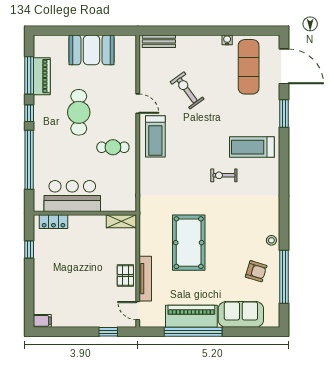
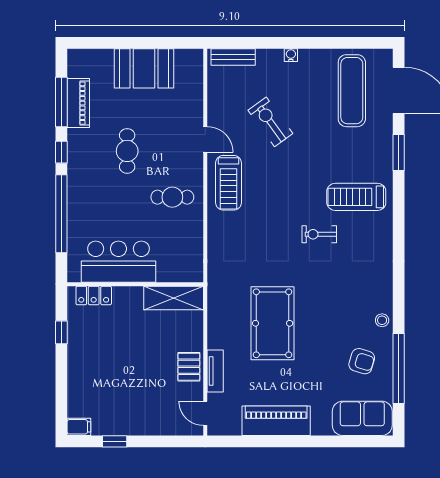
water cooler: (227, 40) -> (291, 55), moved
cafe table: (79, 112) -> (127, 151), width x0.73, depth x0.74
shelving: (121, 221) -> (174, 298), width x1.50, depth x1.33
tv unit: (145, 279) -> (215, 371), width x0.71
sofa: (241, 314) -> (362, 418), moved
window: (108, 332) -> (115, 441), moved
window: (193, 332) -> (279, 441), removed

